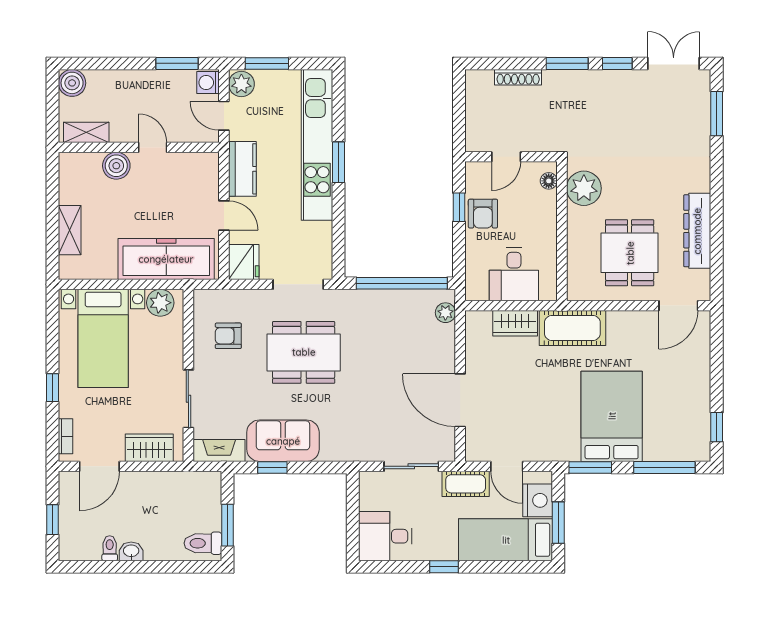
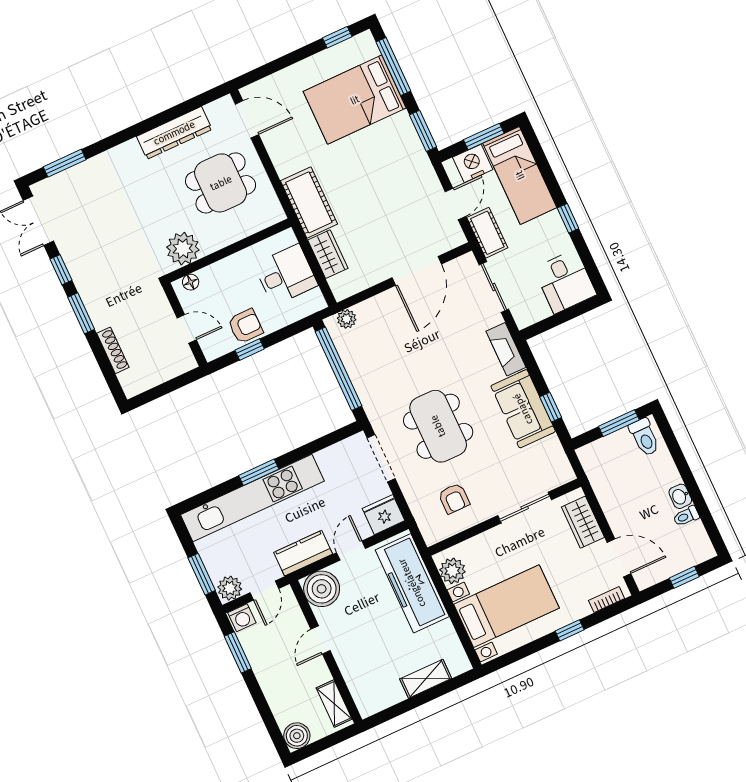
boiler: (116, 166) -> (322, 589), moved, width x1.37, depth x1.37
bed: (612, 416) -> (355, 100), moved
fireplace: (219, 451) -> (506, 349), moved

